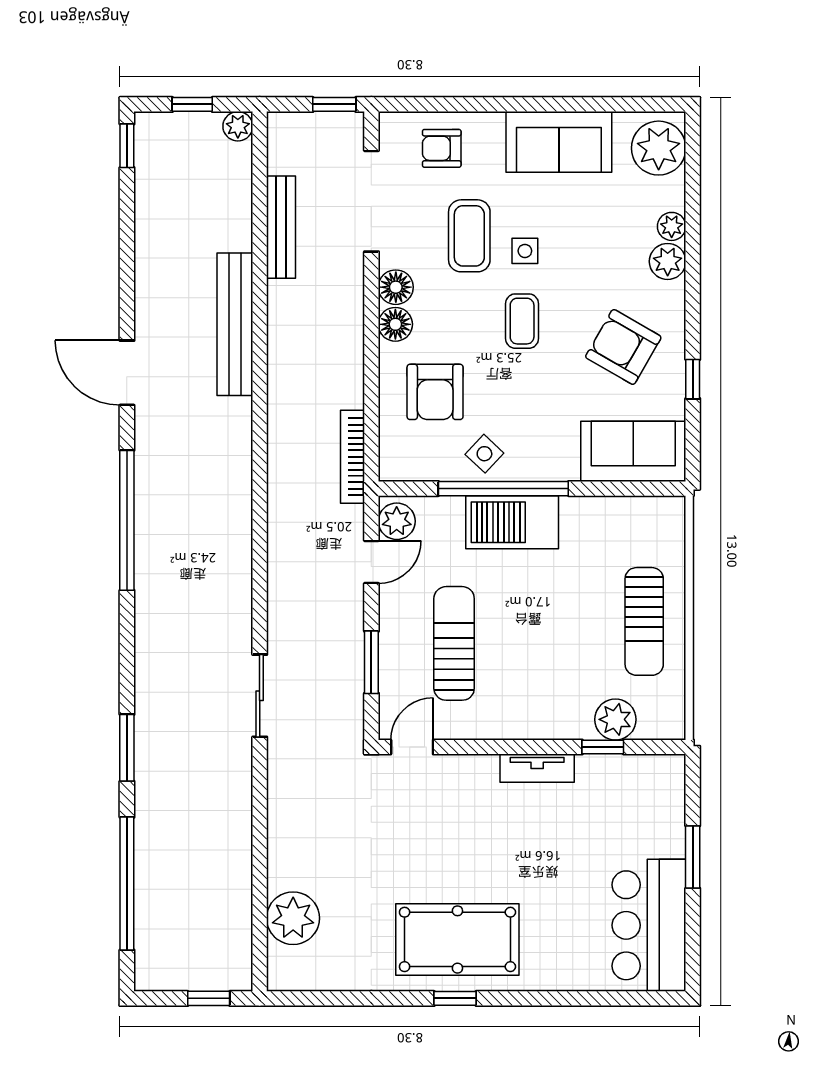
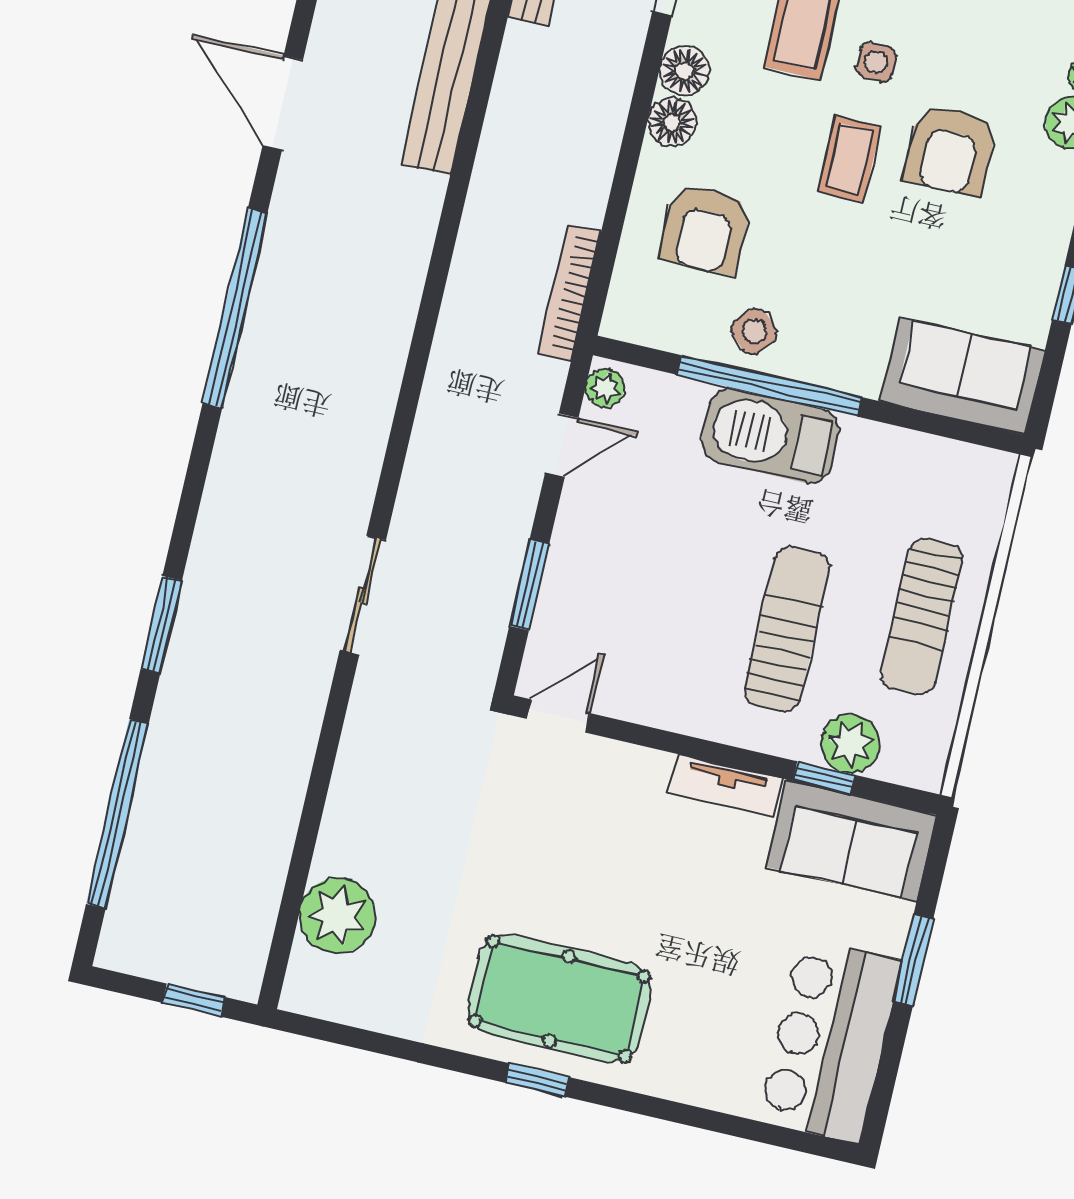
armchair: (623, 347) -> (950, 150), moved, turned -120
plant: (397, 521) -> (605, 388), width x0.73, depth x0.73
sun lounger: (454, 643) -> (787, 629), moved
sofa: (631, 785) -> (851, 841), added

